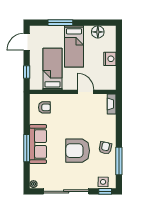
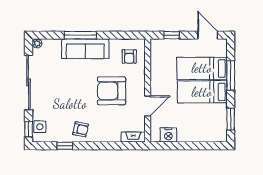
window: (97, 23) -> (231, 119), added
floor lamp: (98, 32) -> (220, 120), removed
nightstand: (110, 59) -> (168, 135), moved
bed: (53, 69) -> (202, 68), moved, turned 180
armchair: (78, 151) -> (112, 91), moved, turned -90
window: (119, 161) -> (65, 146), width x0.46

